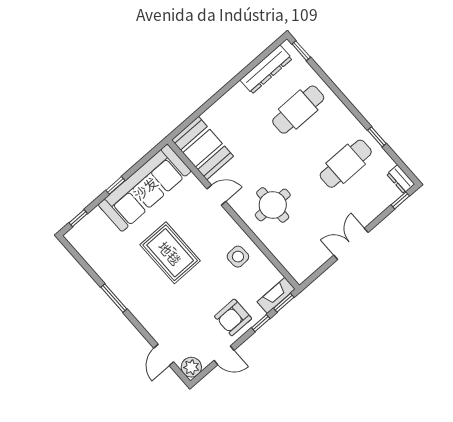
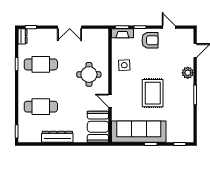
dresser: (266, 69) -> (57, 137), moved
plant: (191, 367) -> (188, 73), moved

